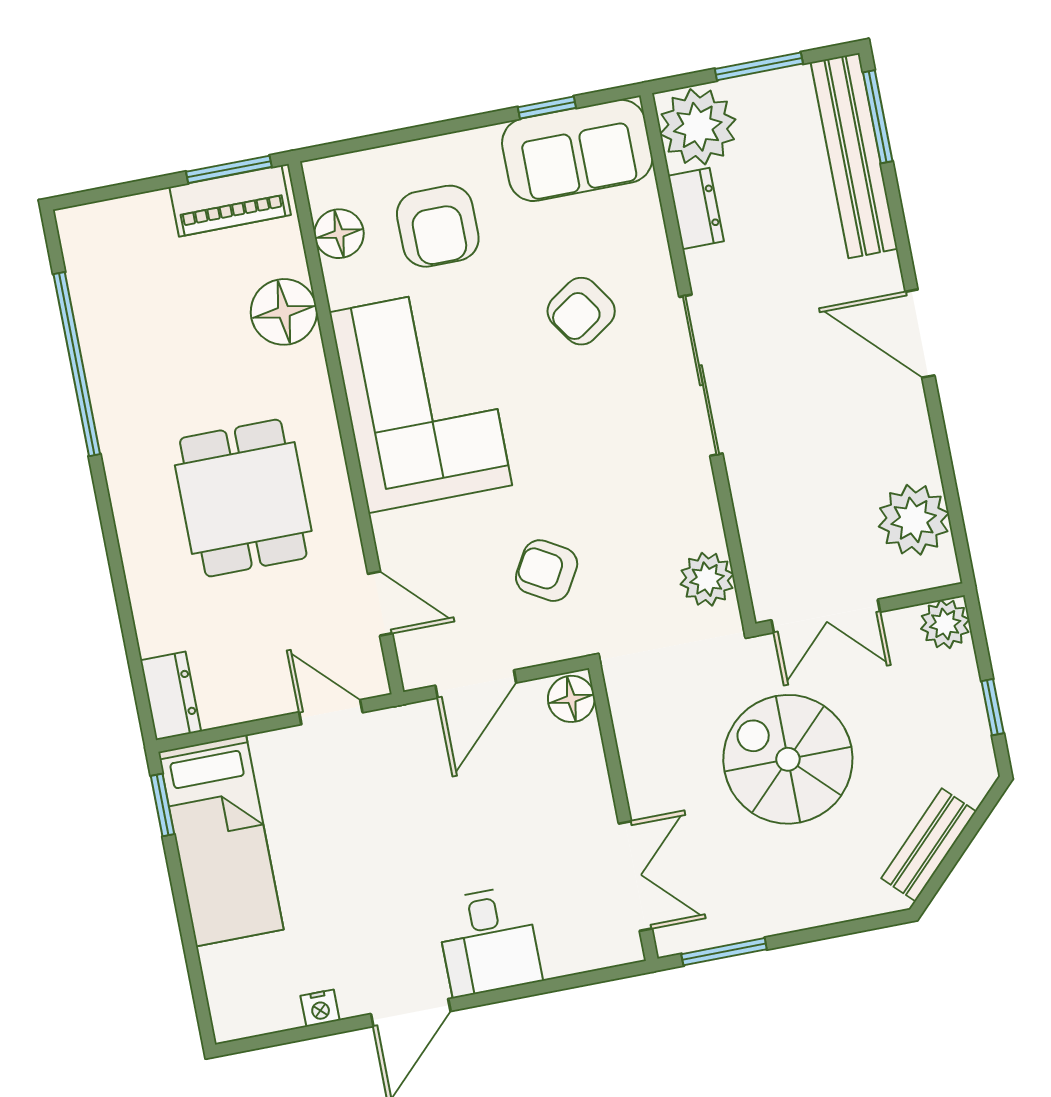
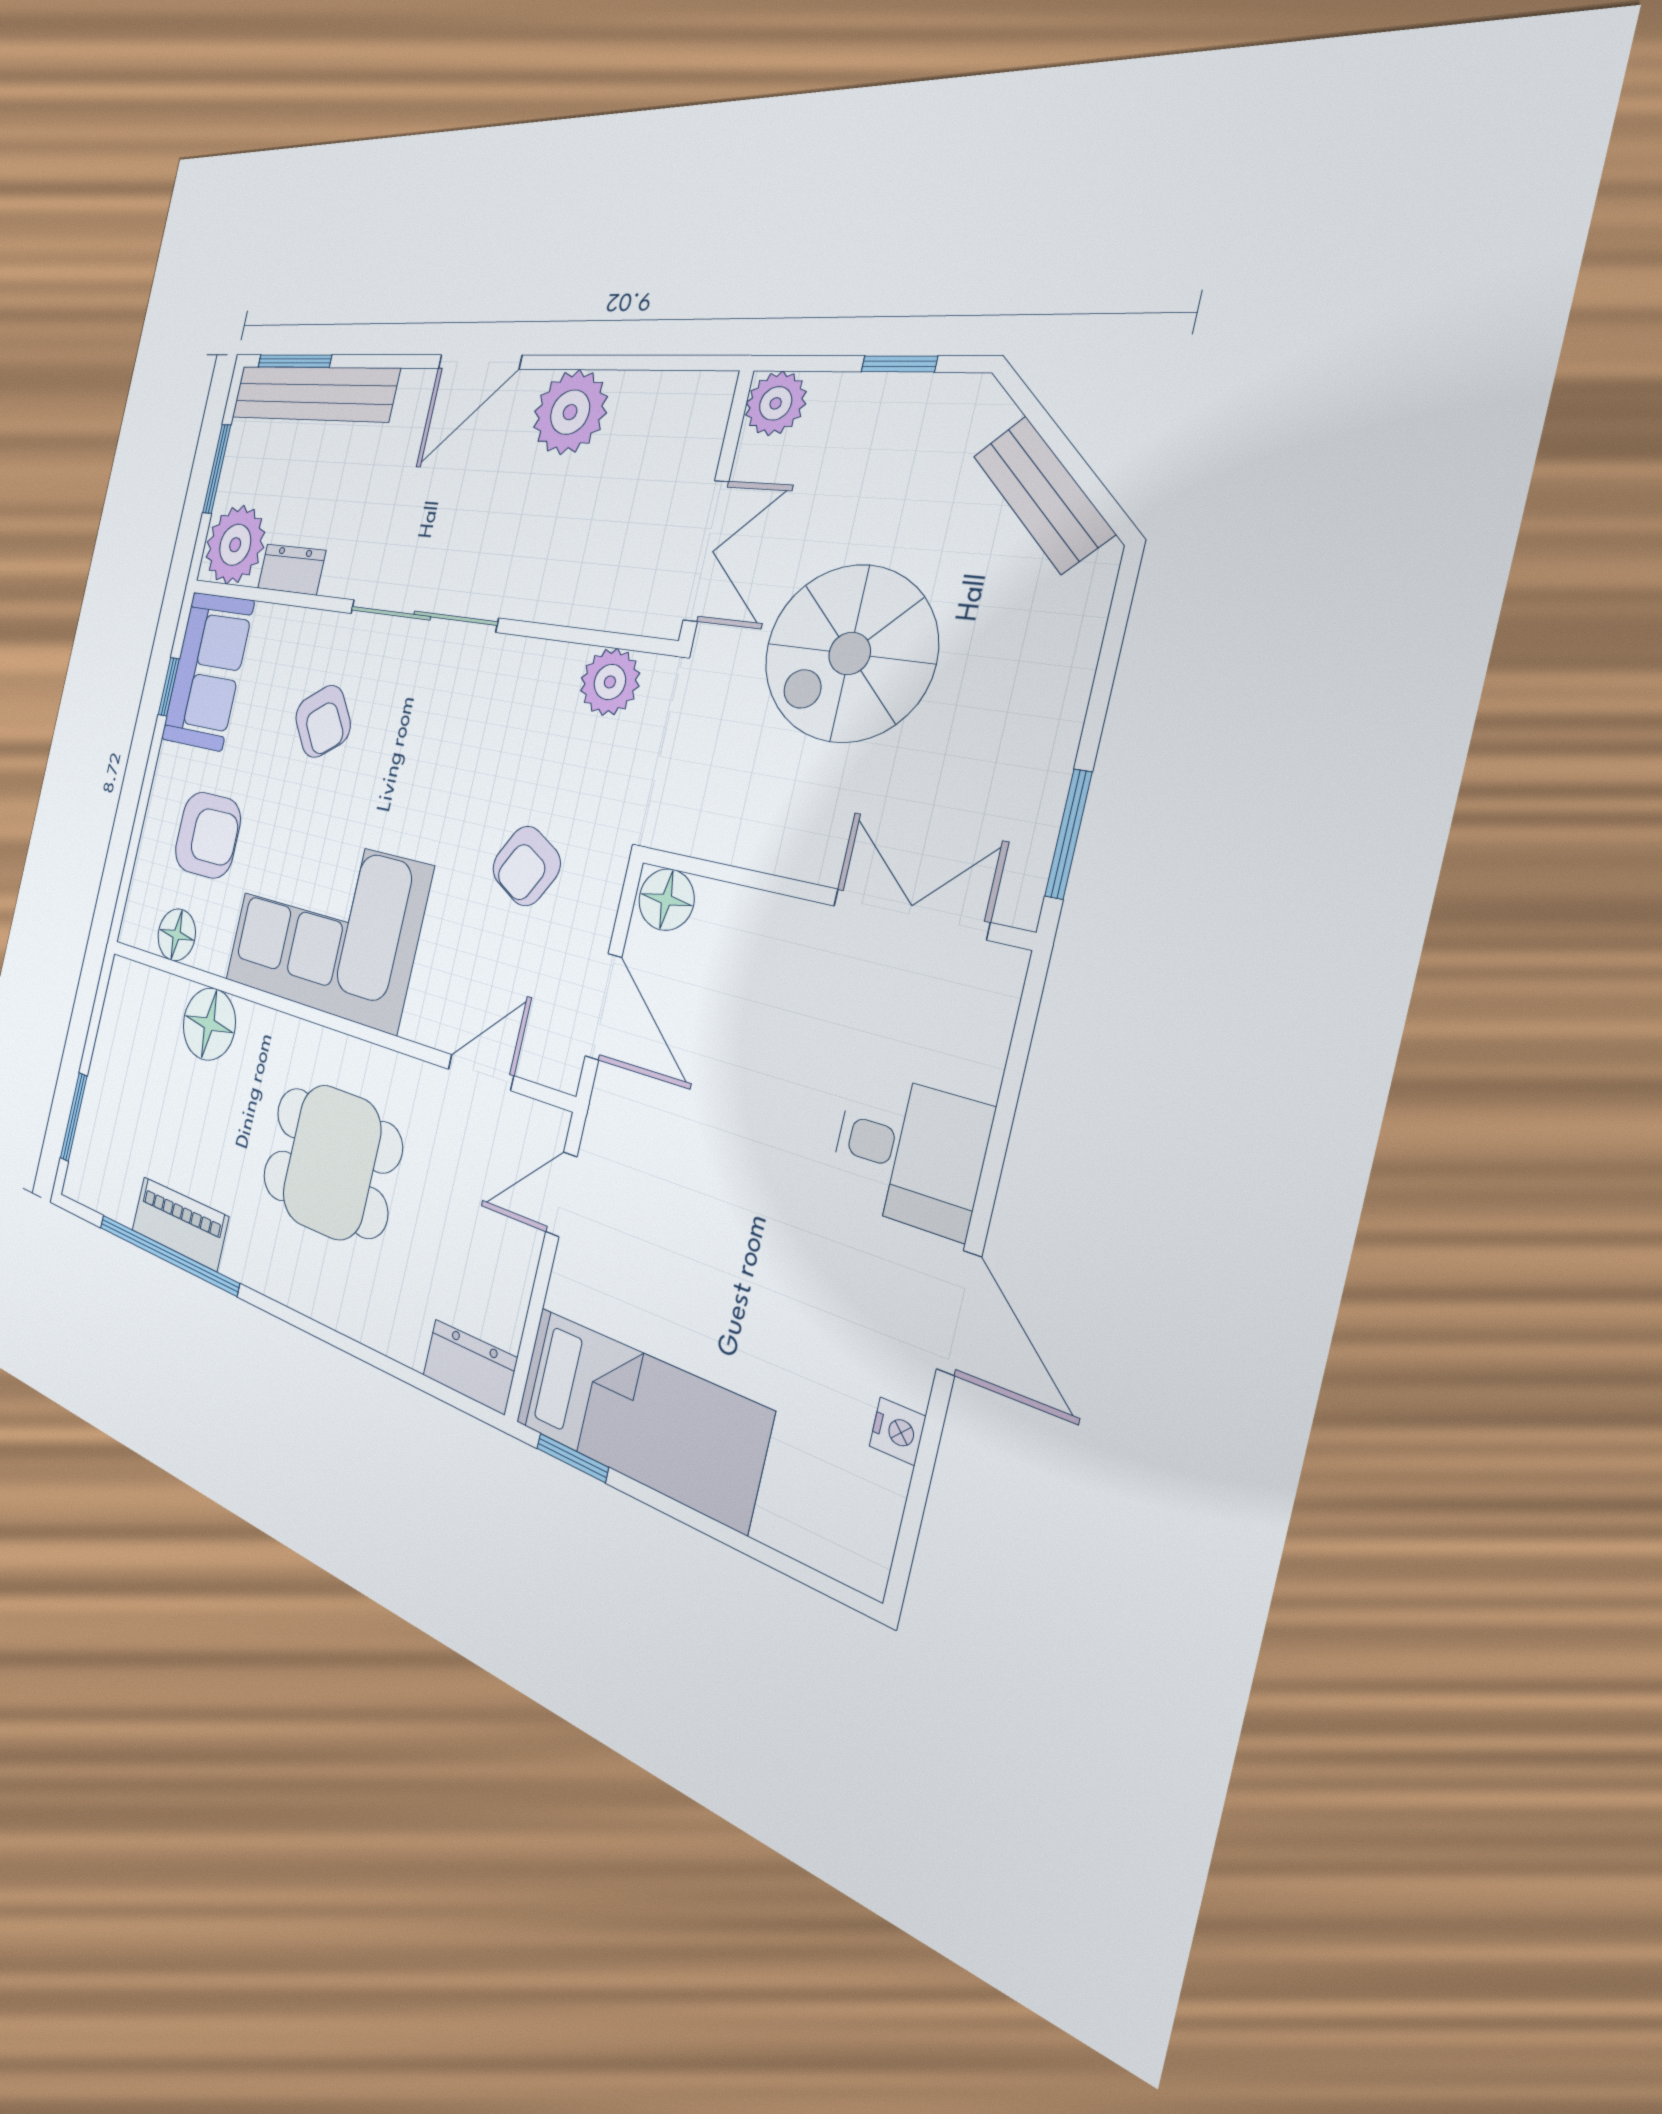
window: (229, 169) -> (74, 1117), moved
piano: (230, 201) -> (180, 1223), moved, turned -90
plant: (914, 520) -> (570, 412), moved

